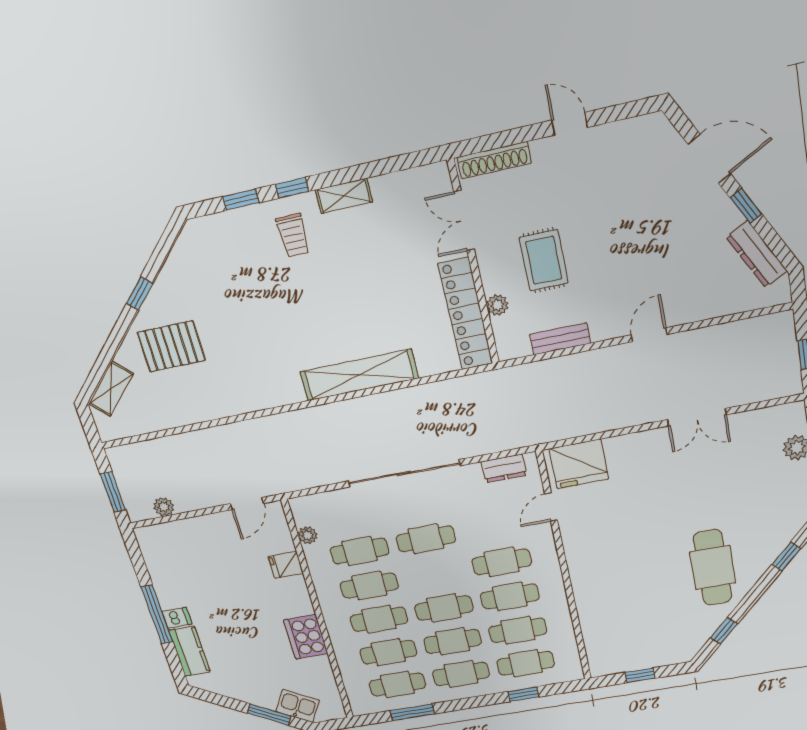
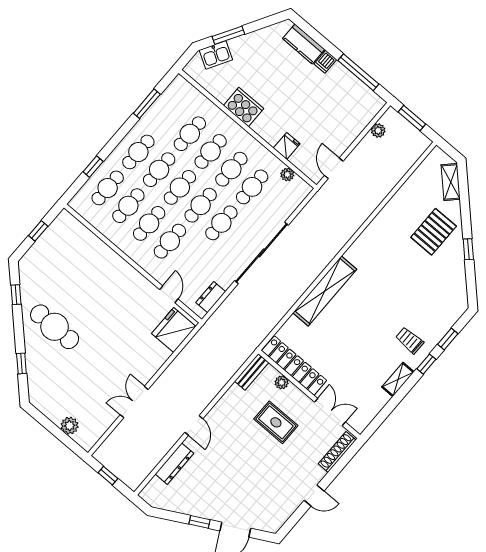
dresser: (757, 254) -> (174, 464), moved, turned 118
bench: (560, 339) -> (252, 372), moved
window: (157, 614) -> (358, 72), moved
cafe table: (397, 684) -> (201, 205), moved

